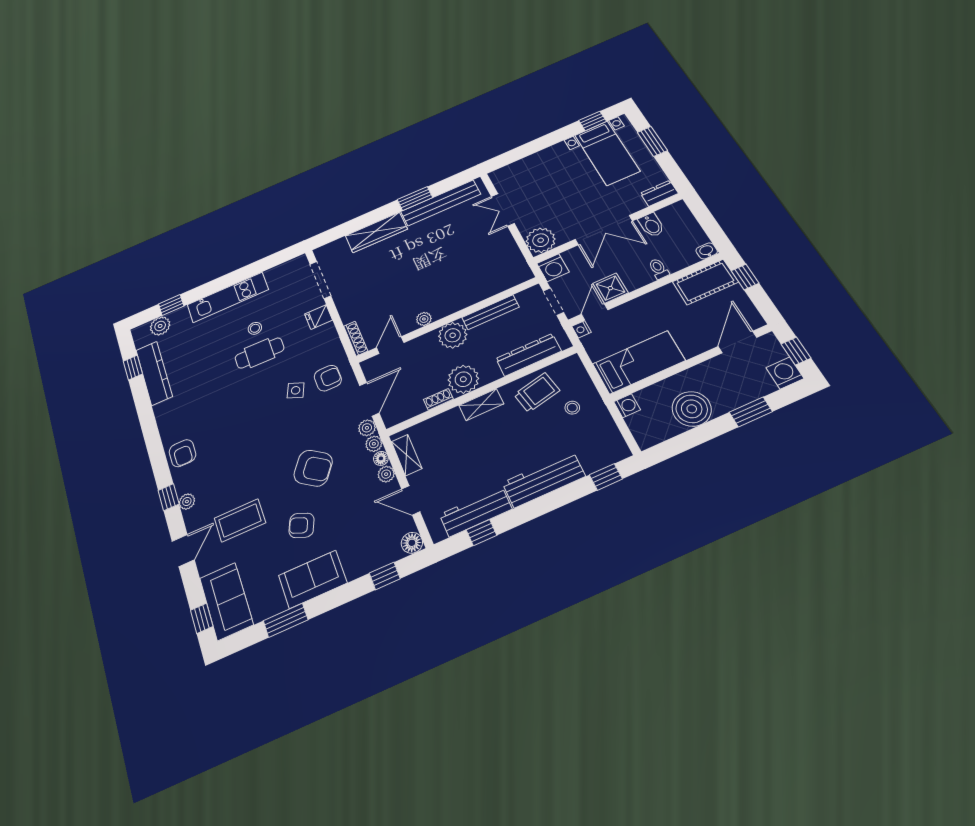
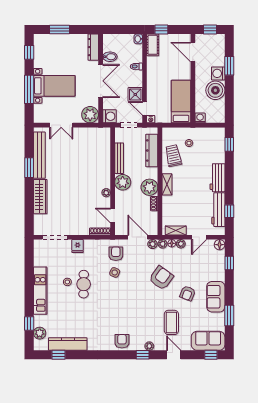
window: (536, 146) -> (29, 89), added
bed with nightstands: (607, 153) -> (54, 86), moved
dresser: (659, 193) -> (93, 47), width x1.44
cot: (705, 282) -> (153, 45), width x0.73, depth x0.75
washing machine: (785, 373) -> (218, 73), moved
armchair: (182, 453) -> (122, 341), turned -90
workbench: (544, 479) -> (217, 178), width x0.73

